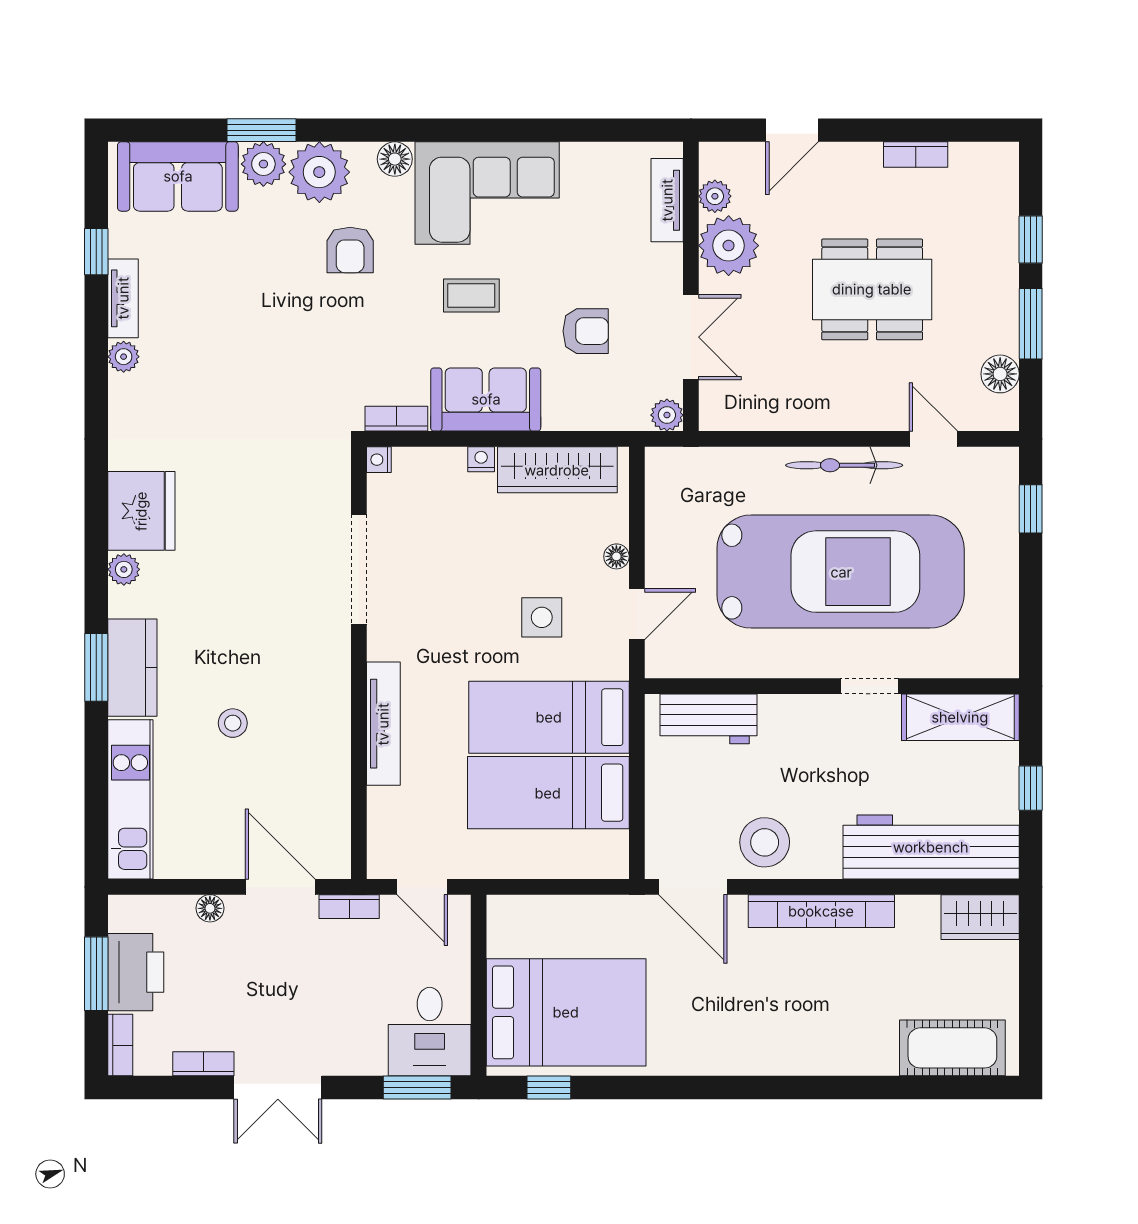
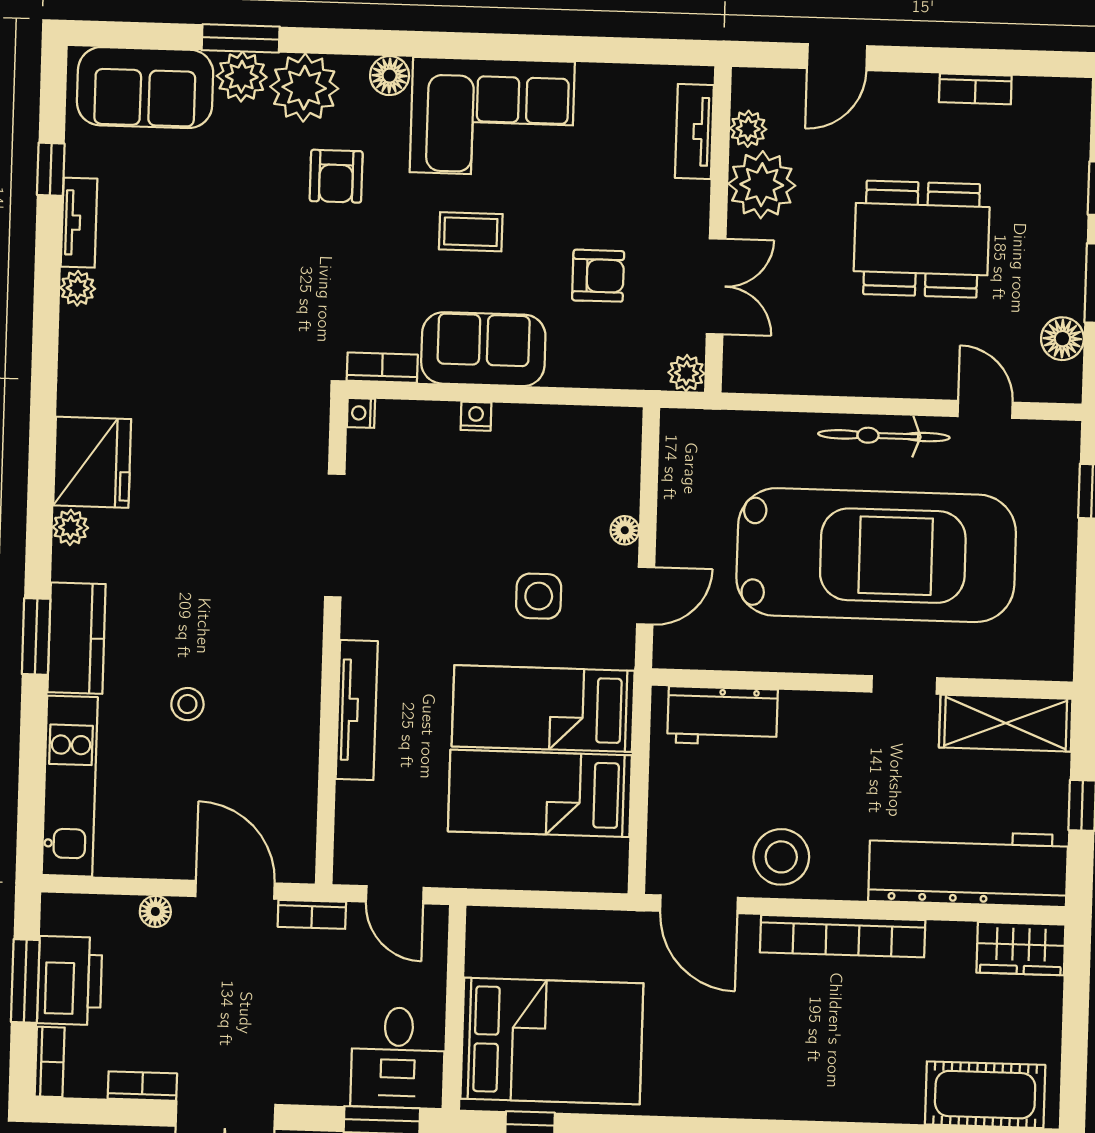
wardrobe: (557, 470) -> (561, 431), removed

